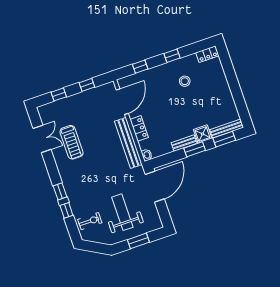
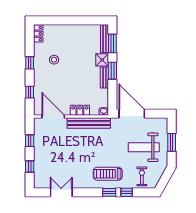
treadmill: (72, 142) -> (108, 174), moved, turned 180

